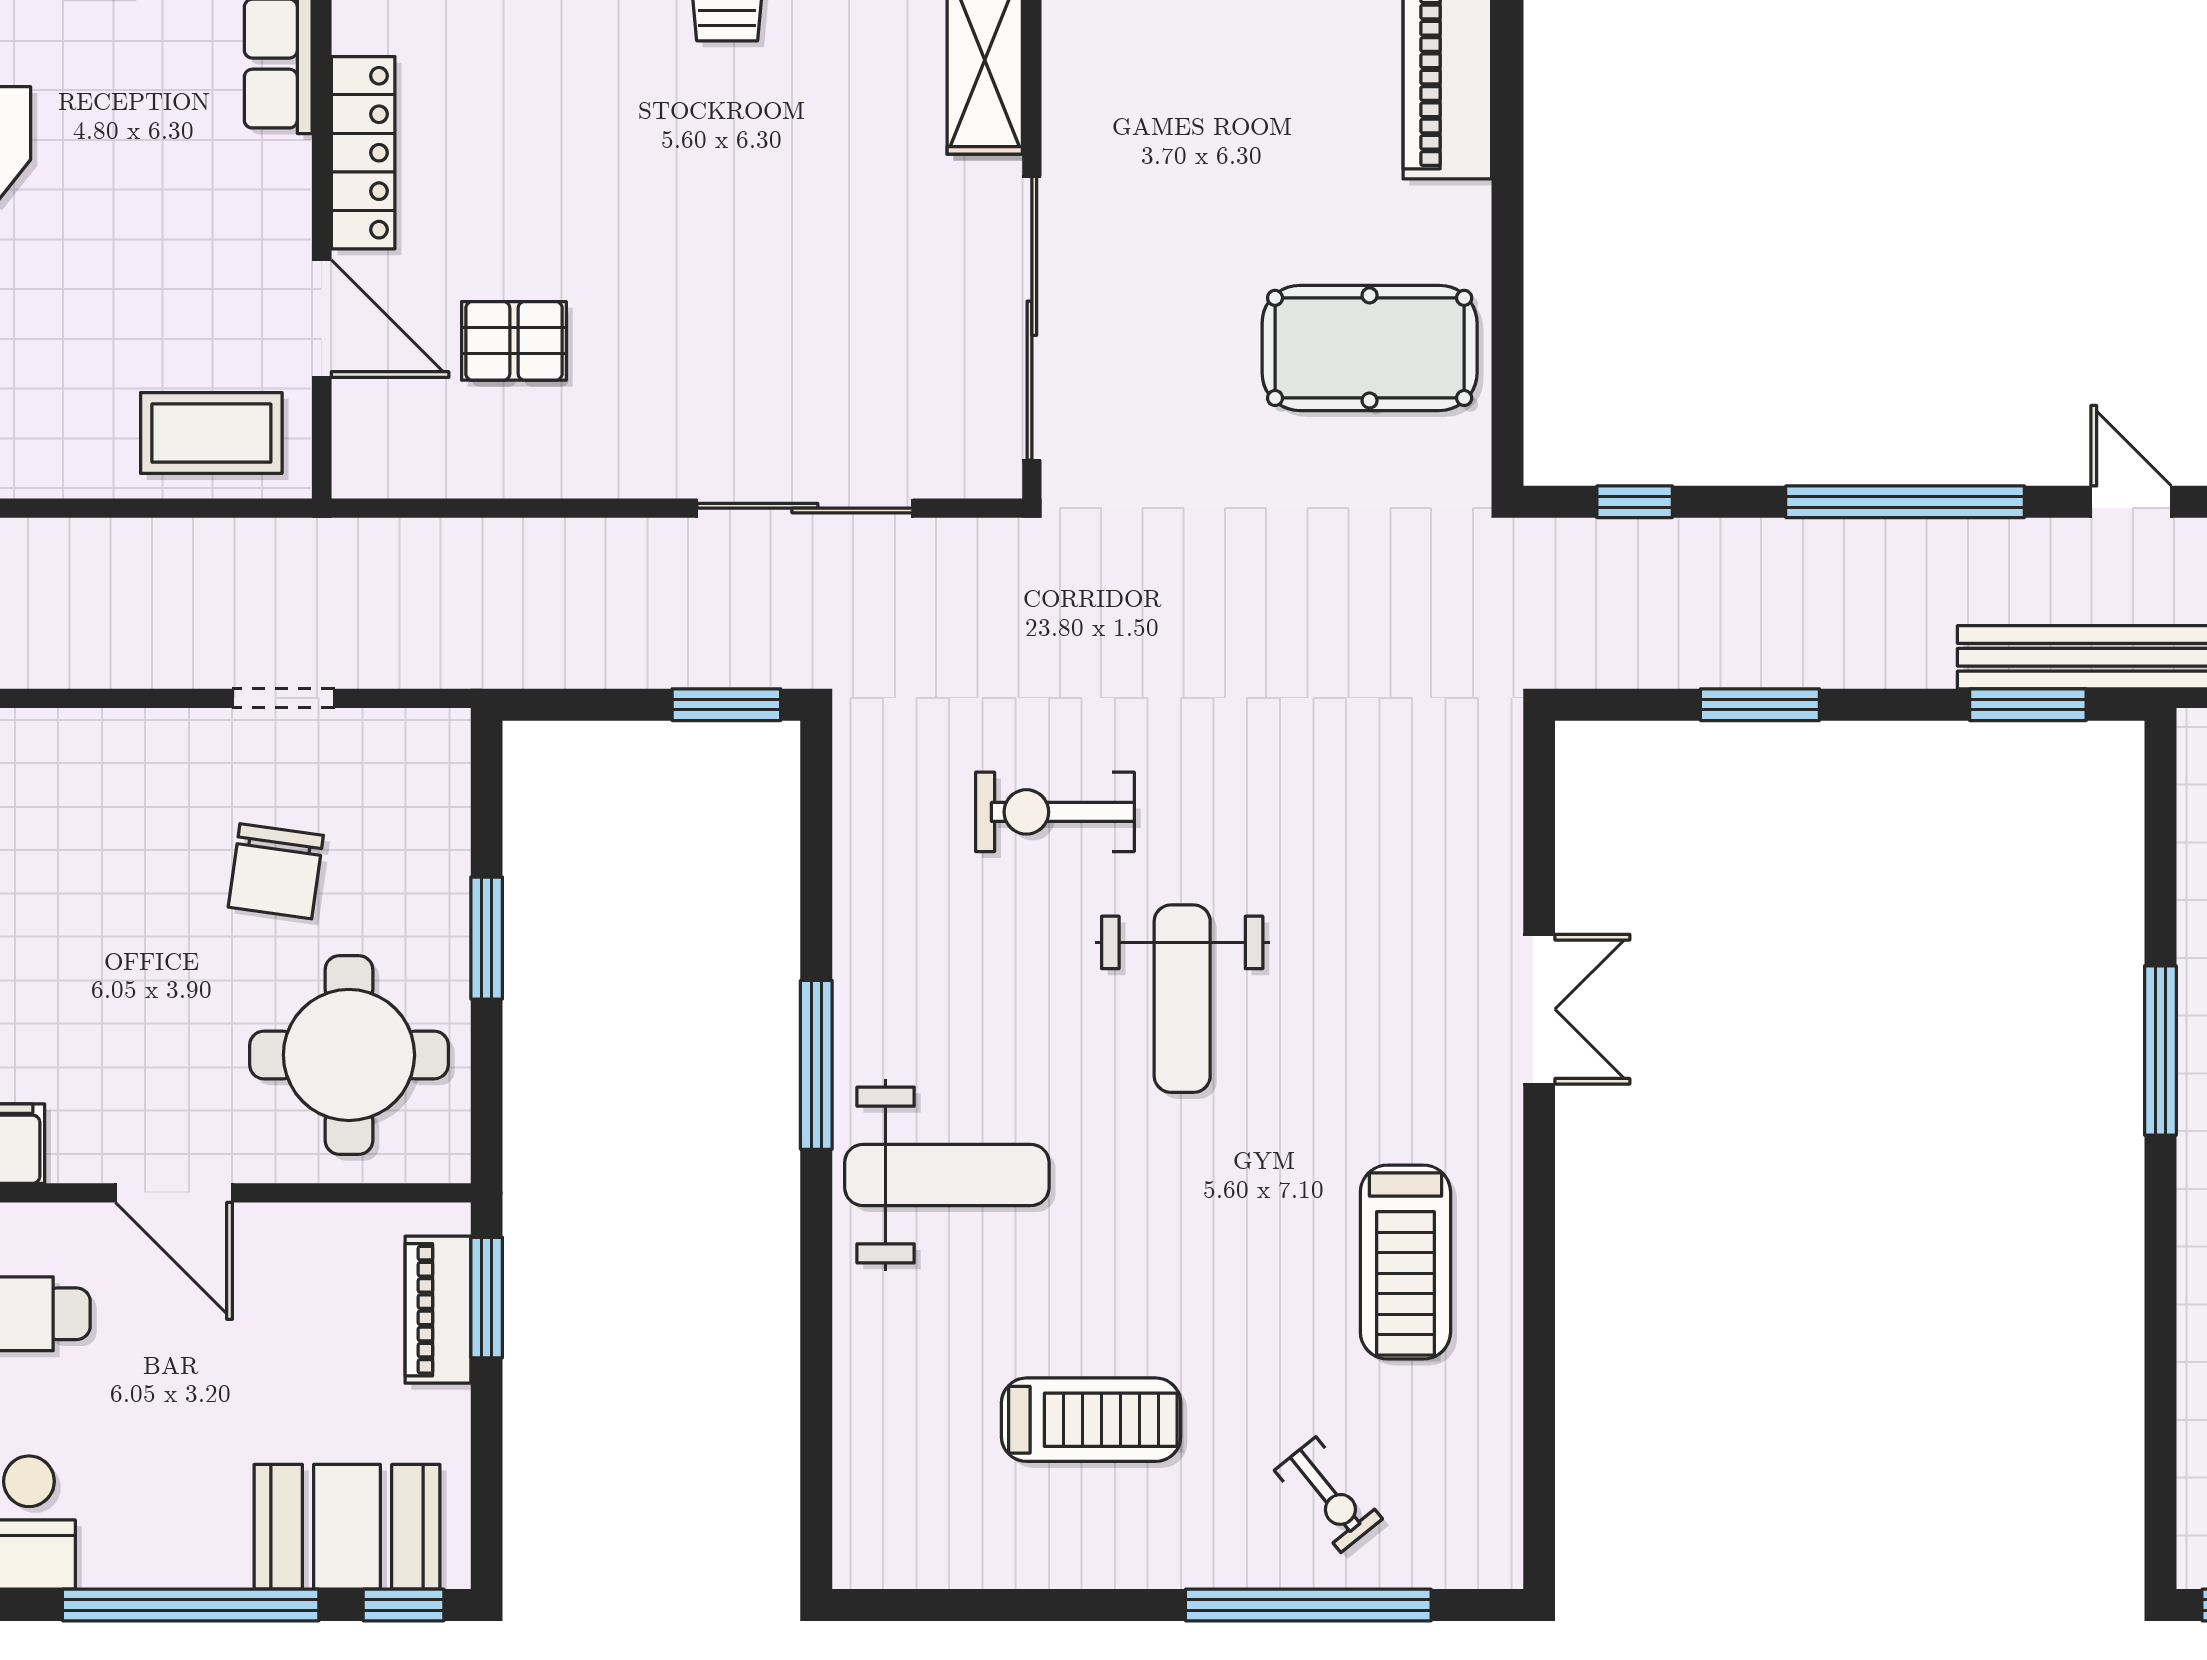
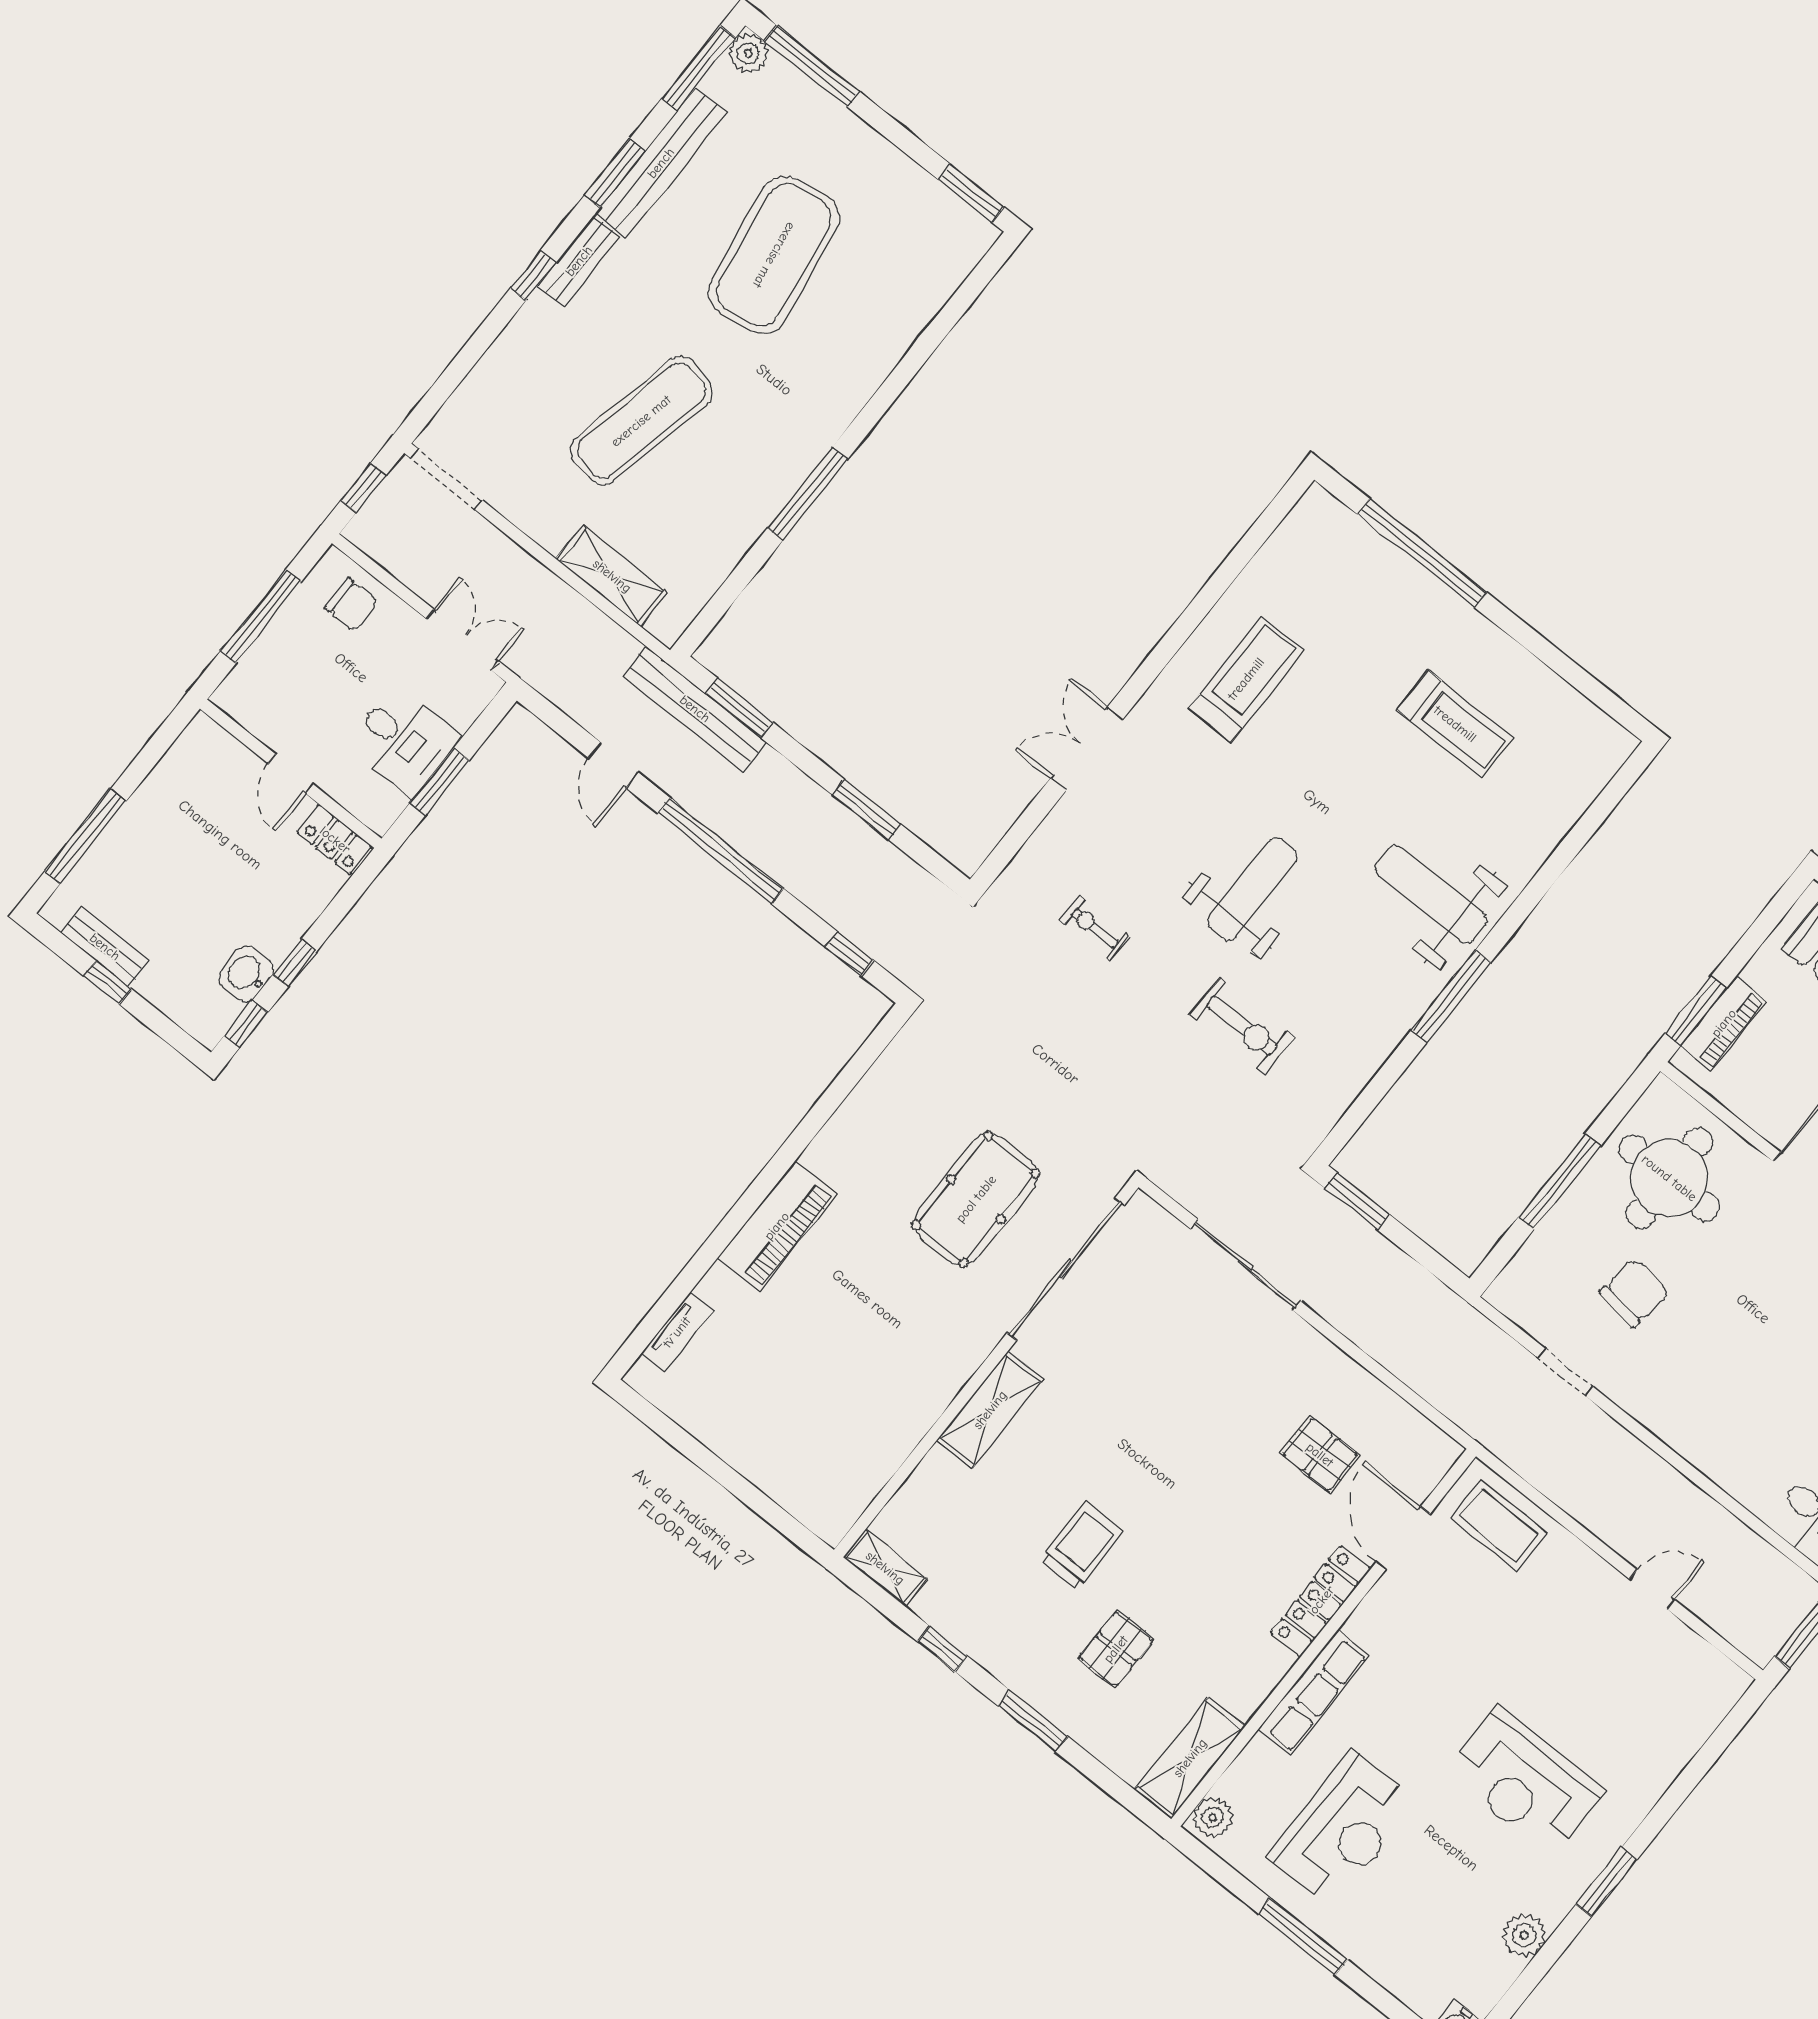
pool table: (1370, 348) -> (976, 1199), moved, turned 90
window: (487, 938) -> (1560, 1181), width x1.44
treadmill: (1091, 1420) -> (1455, 724), turned 180
exercise bike: (1328, 1495) -> (1095, 928), moved, turned -51

